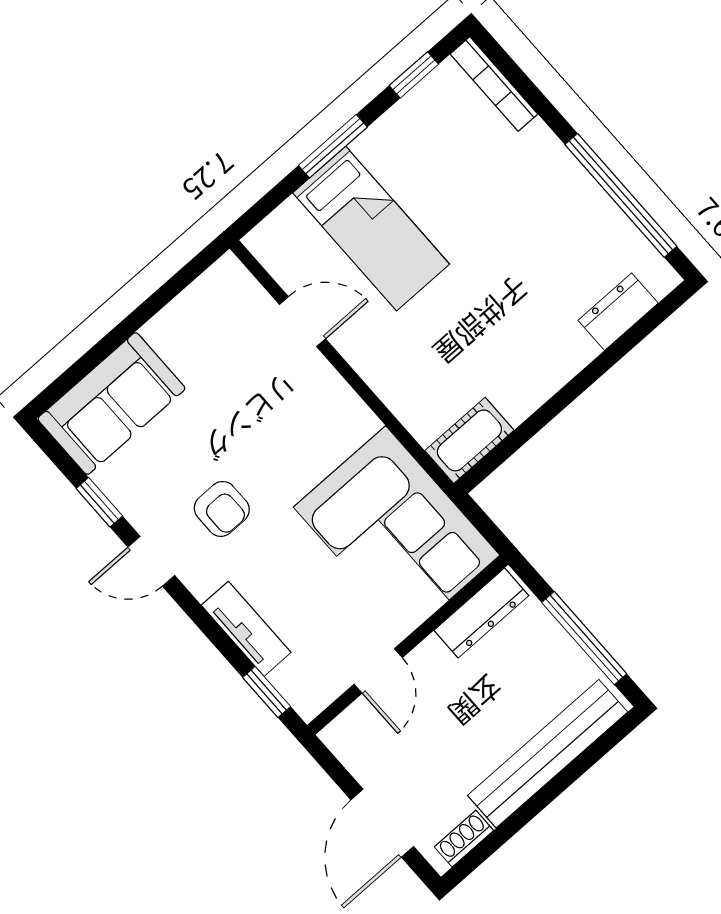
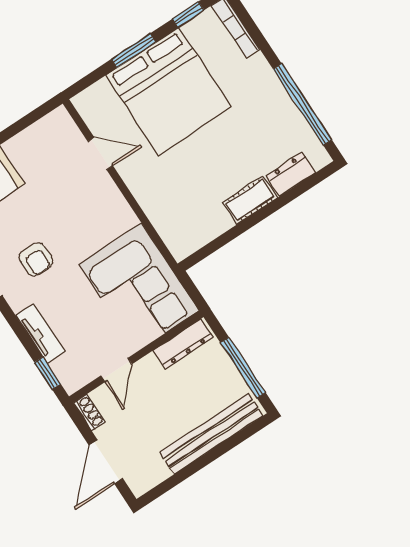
bed: (371, 229) -> (168, 91), width x2.04
cot: (469, 440) -> (250, 200), moved
shoe rack: (464, 839) -> (89, 413), moved, turned 90

